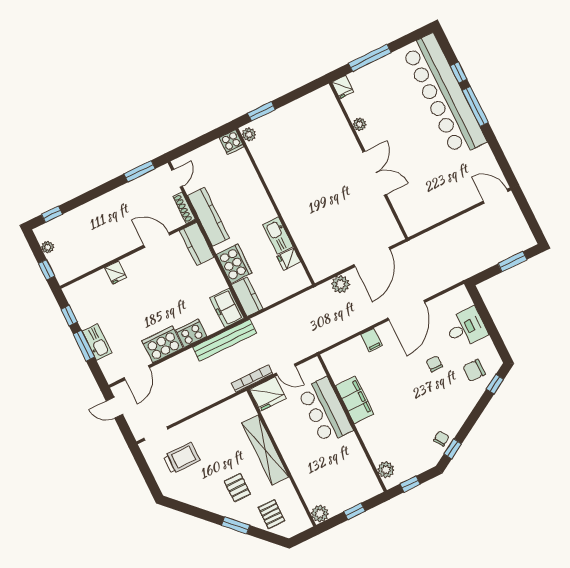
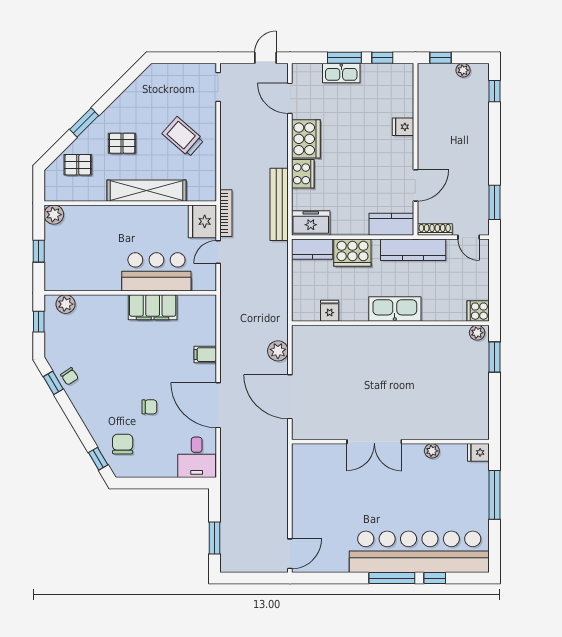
kitchen sink: (278, 236) -> (395, 309), moved, width x1.36, depth x1.24
desk: (466, 328) -> (197, 457), moved
trolley: (182, 458) -> (183, 137), moved, turned 131

